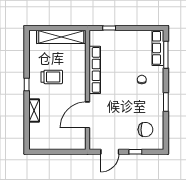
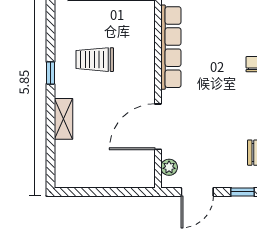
trolley: (52, 77) -> (95, 60), turned 180
plant: (94, 138) -> (169, 167), added

